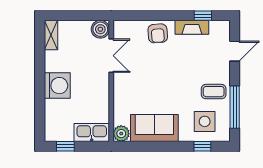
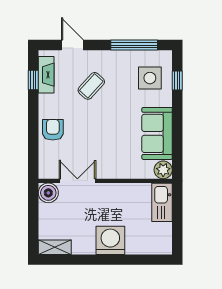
fireplace: (192, 27) -> (46, 75), moved
armchair: (158, 33) -> (53, 130), turned -86
coffee table: (214, 92) -> (91, 86), moved, turned 42
window: (65, 146) -> (177, 231), removed

